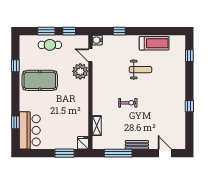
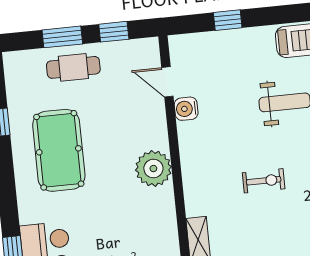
water cooler: (97, 40) -> (186, 109), moved
plant: (80, 71) -> (153, 169), moved
pool table: (40, 80) -> (59, 150), turned 90

